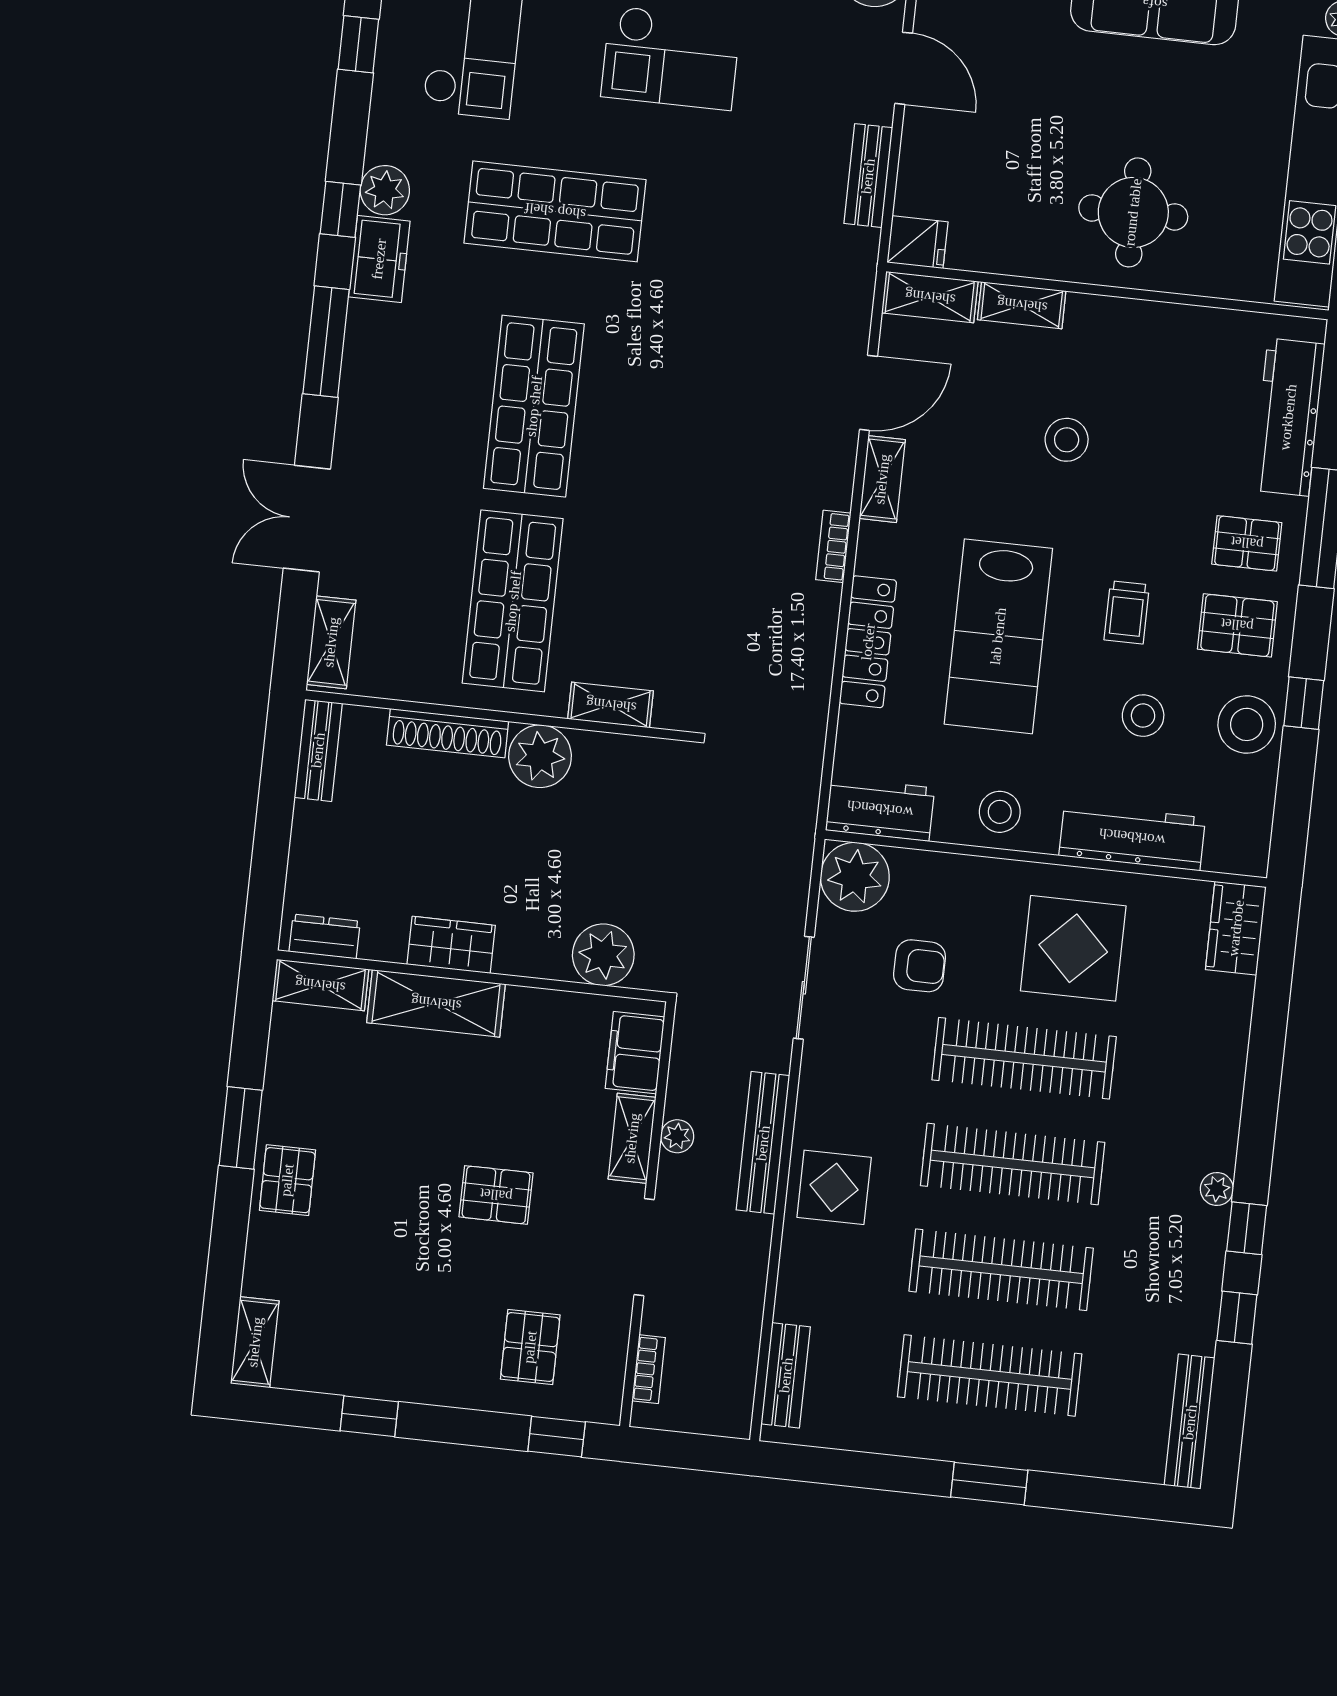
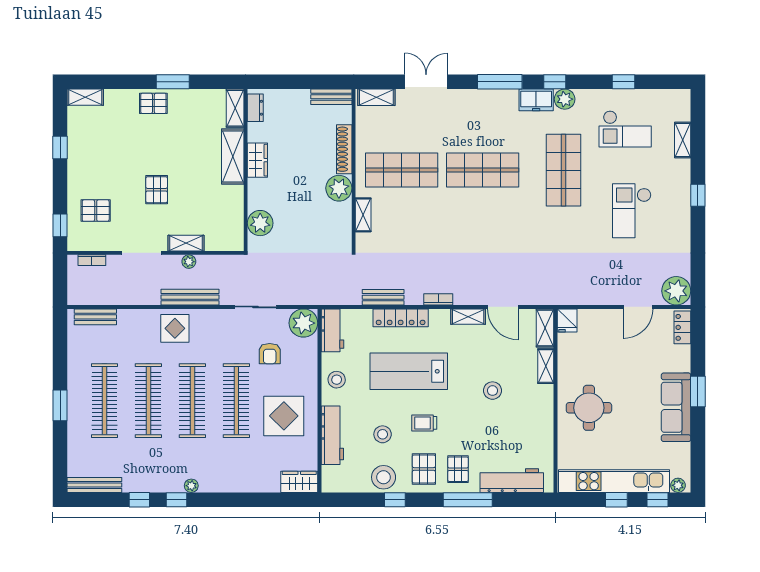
bench: (868, 176) -> (383, 297), moved
filing cabinet: (635, 1053) -> (221, 240), removed

